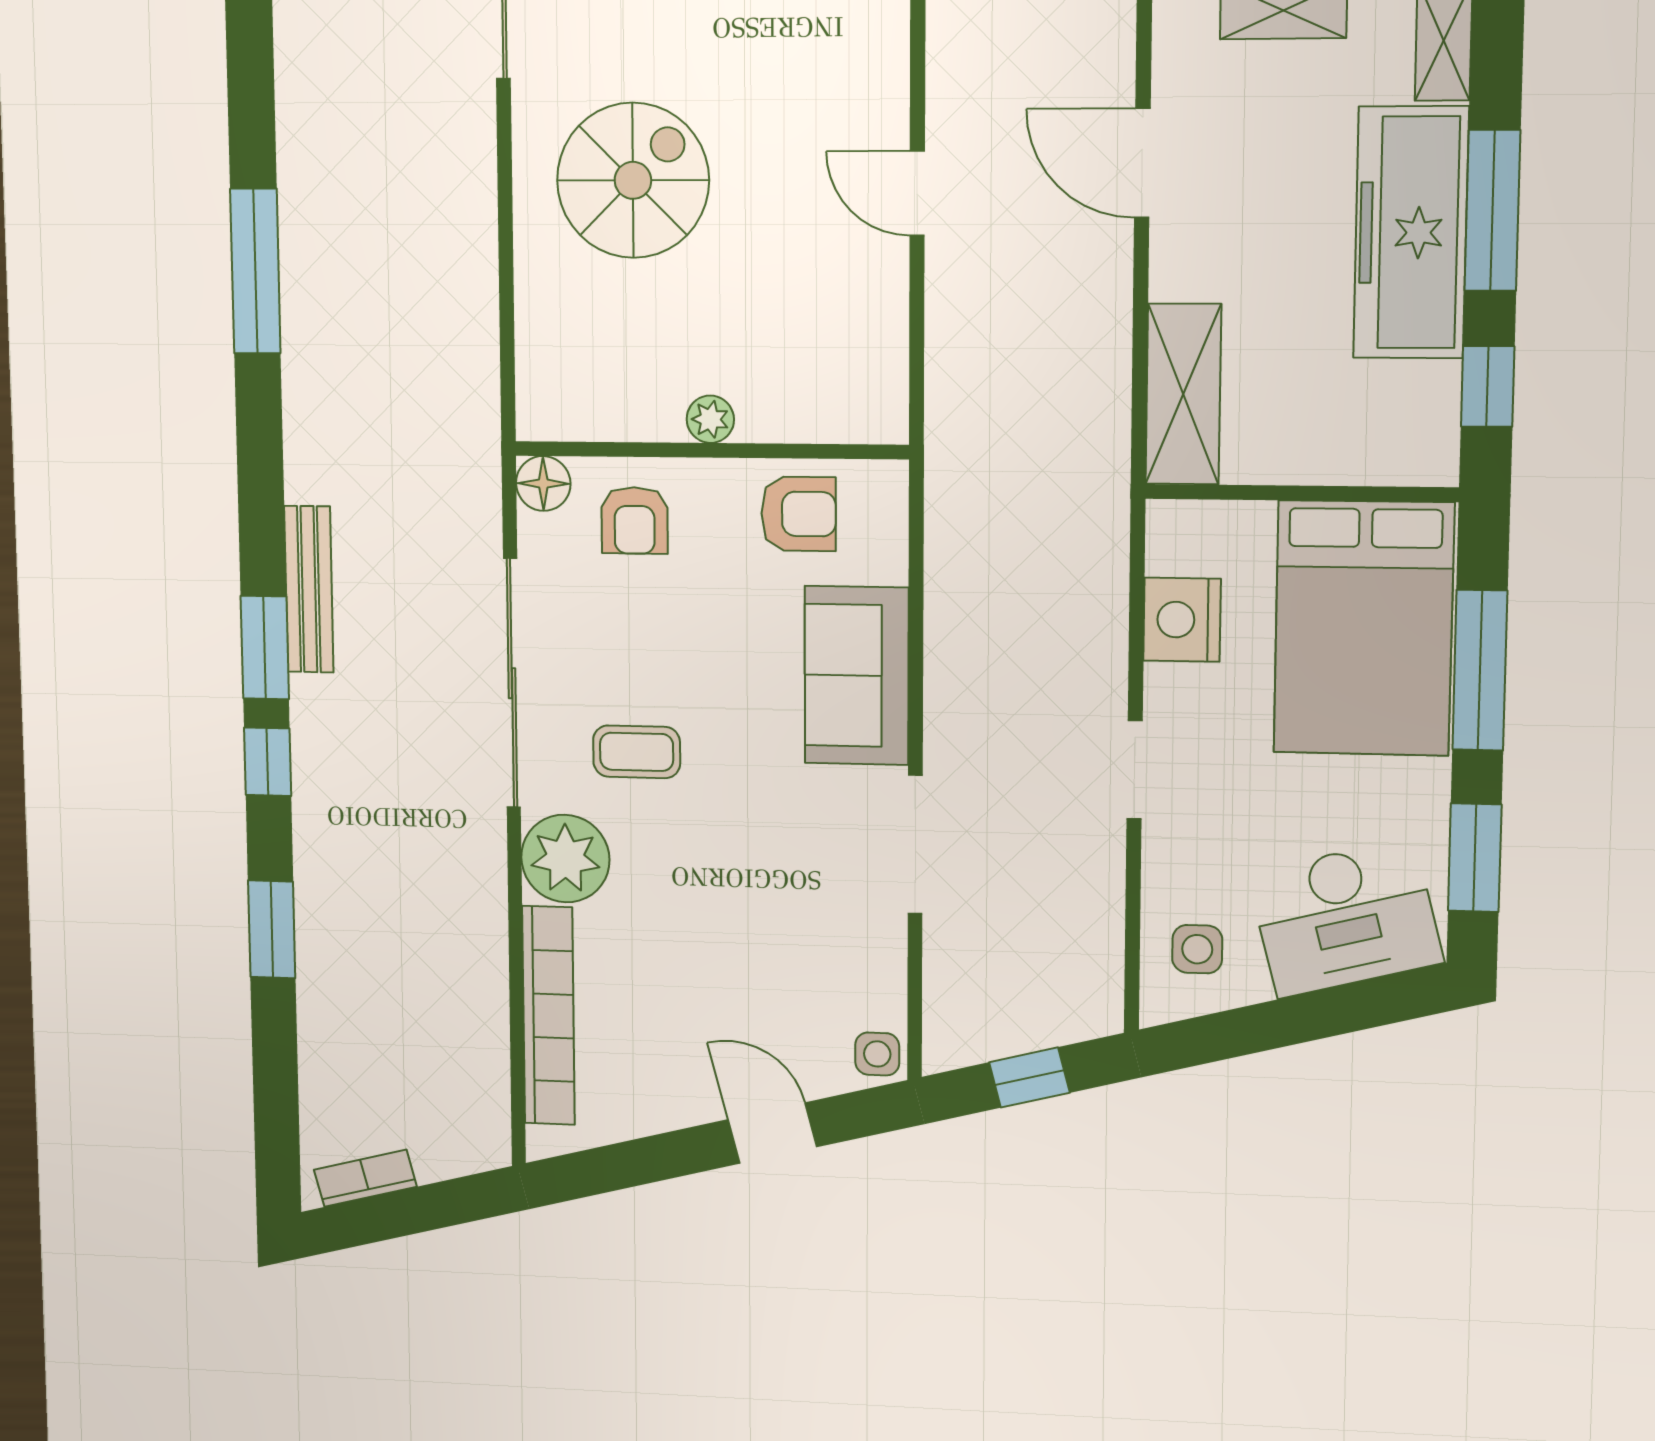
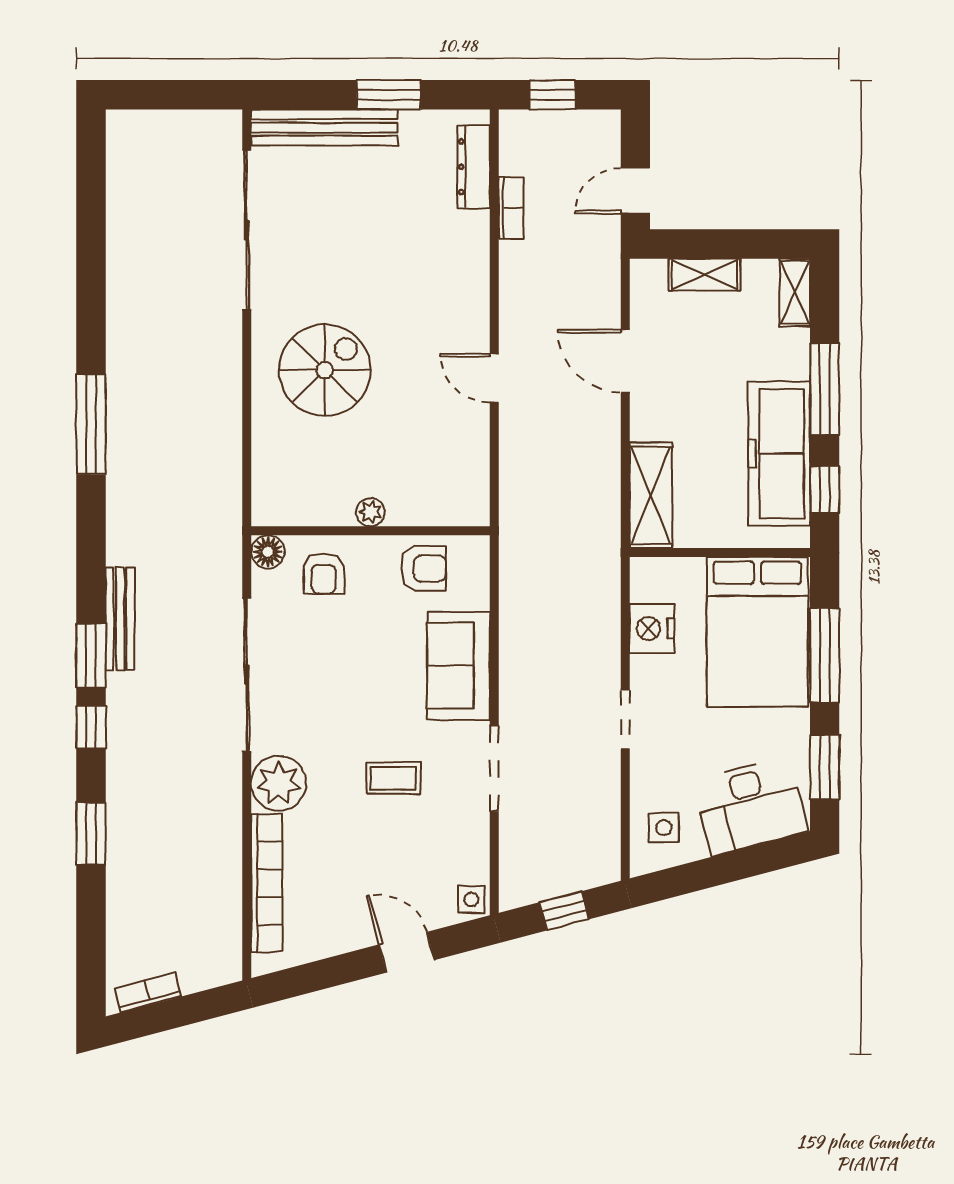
freezer: (1411, 233) -> (779, 454), moved
coffee table: (637, 752) -> (393, 778), moved

